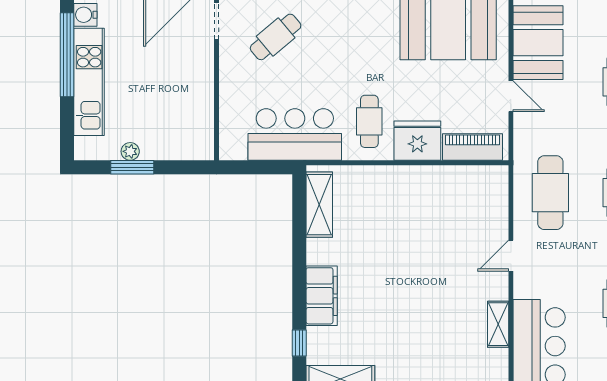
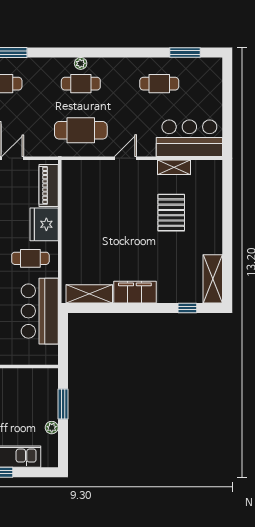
window: (132, 167) -> (63, 404), moved
door: (511, 256) -> (125, 158), swing flipped
filing cabinet: (322, 296) -> (135, 292), moved
pallet: (434, 320) -> (171, 213), added

